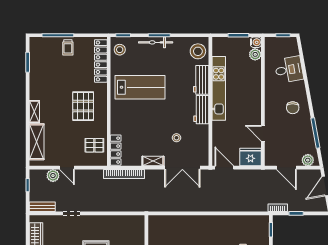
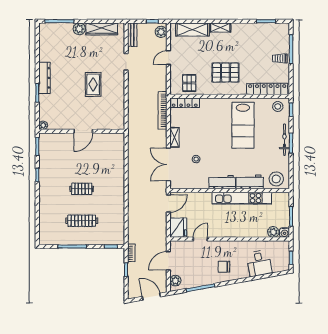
plant: (53, 176) -> (161, 32), moved

